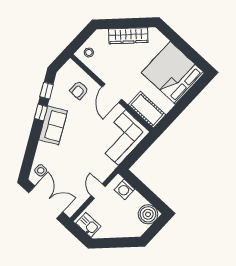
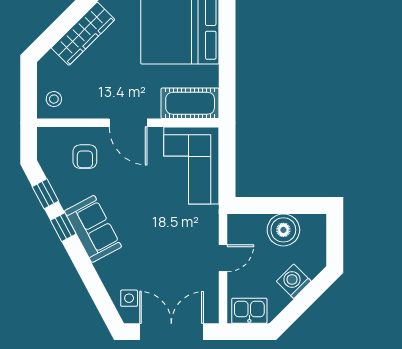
washing machine: (124, 189) -> (294, 281), moved, turned 135
door: (98, 191) -> (223, 258), swing flipped
boiler: (148, 214) -> (283, 230), moved

